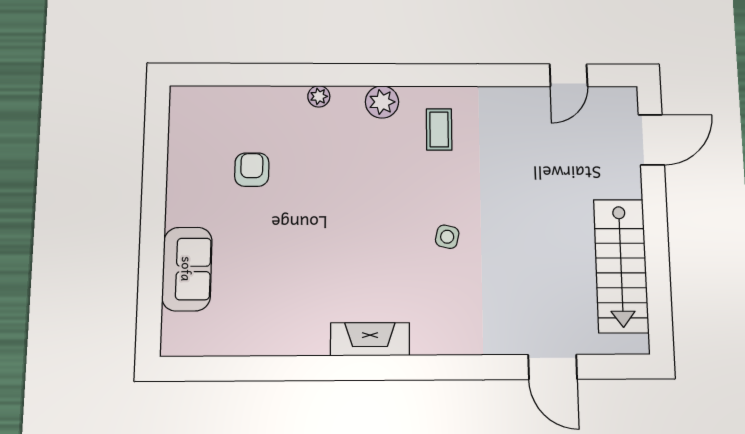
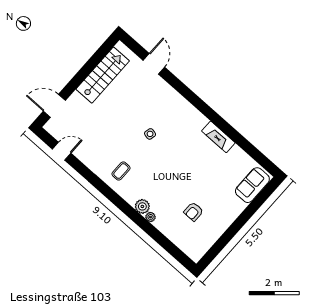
plant: (382, 102) -> (142, 206), moved
sofa: (187, 269) -> (252, 185), moved
fireplace: (370, 339) -> (218, 137), moved

